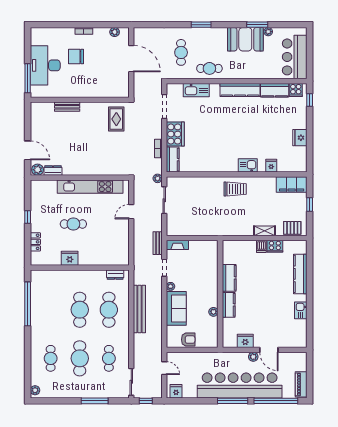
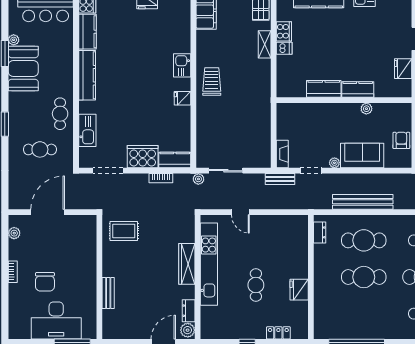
fridge: (271, 166) -> (182, 98), moved
wardrobe: (90, 169) -> (187, 264), added

